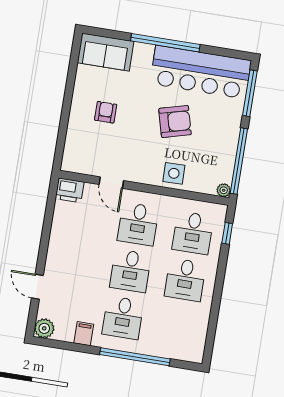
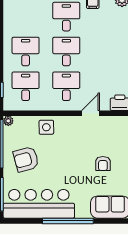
armchair: (175, 122) -> (26, 159), moved
door: (111, 183) -> (91, 113), hinge flipped

